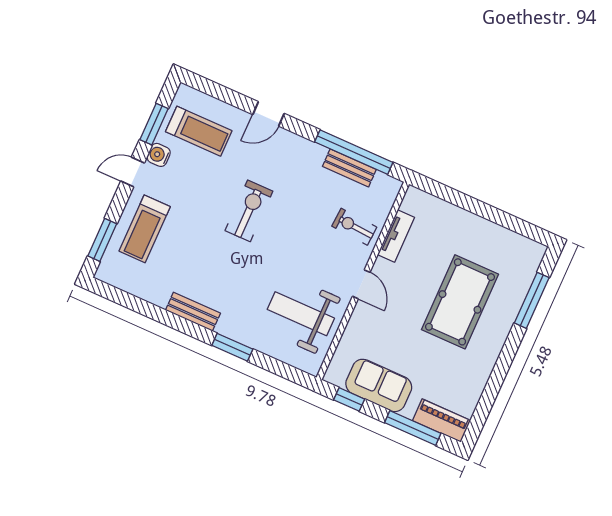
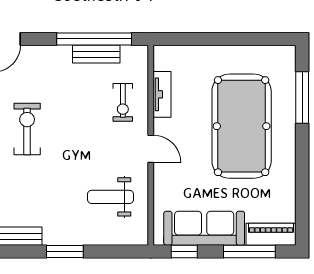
exercise bike: (354, 227) -> (123, 102), turned -94
pool table: (460, 302) -> (242, 126), width x1.36, depth x1.32
weight bench: (301, 314) -> (110, 197), width x0.73, depth x0.75
sofa: (379, 385) -> (204, 228), width x1.36

